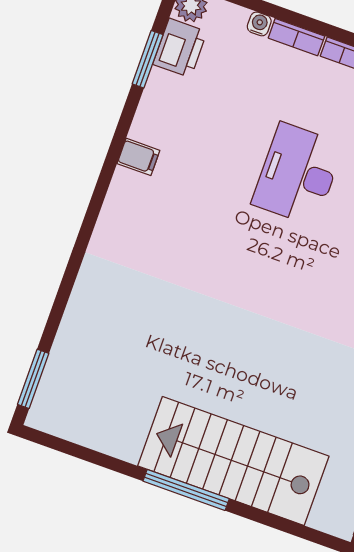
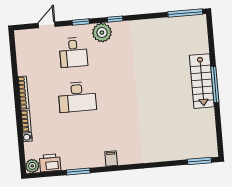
window: (148, 59) -> (78, 171), moved
filing cabinet: (138, 157) -> (111, 159), moved
stairs: (233, 461) -> (202, 81), width x0.73, depth x0.66

